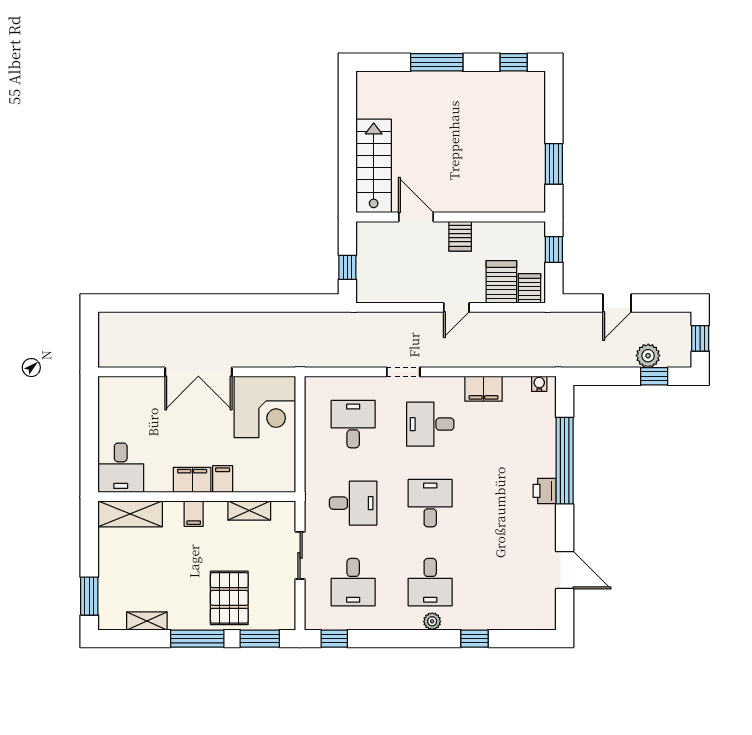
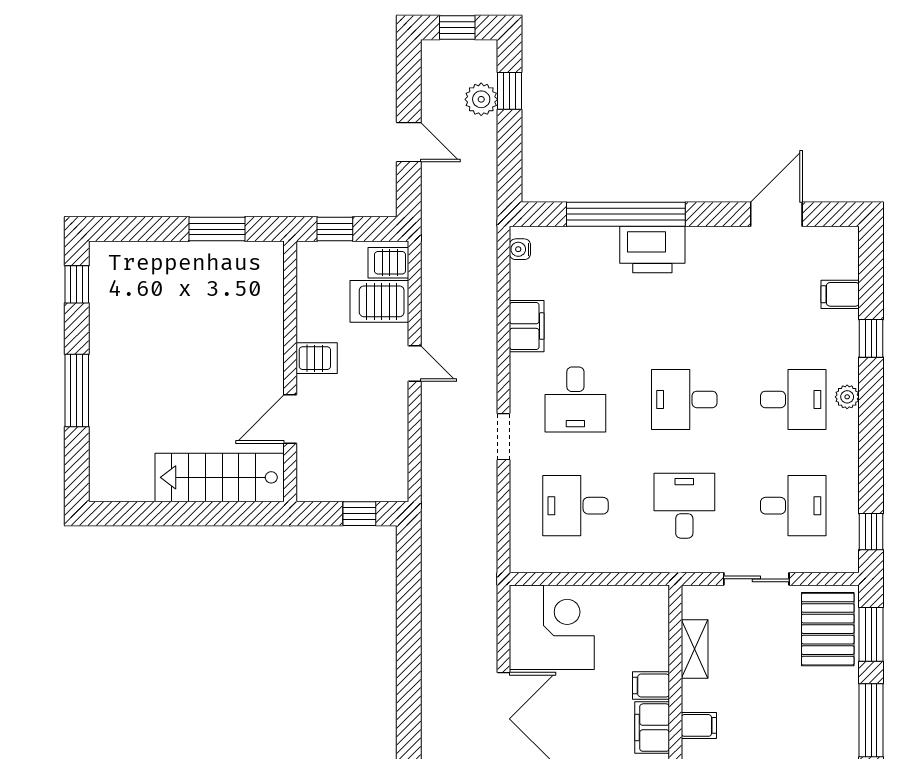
printer: (545, 491) -> (652, 249), width x1.87, depth x1.48
pallet: (229, 598) -> (828, 629), moved, turned 90
filing cabinet: (507, 616) -> (840, 294), added

